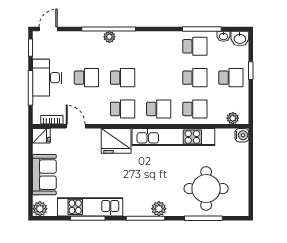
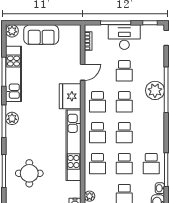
plant: (109, 37) -> (155, 90), width x1.88, depth x1.88
school desk: (159, 78) -> (124, 133), added
door: (76, 126) -> (83, 72), moved
fridge: (41, 136) -> (74, 32), removed
round table: (206, 189) -> (29, 173), width x0.73, depth x0.73
plant: (159, 209) -> (12, 118), moved

